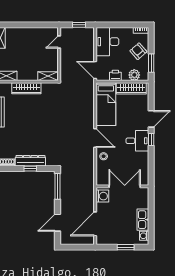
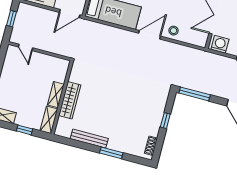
shelving: (48, 76) -> (56, 95), moved
dresser: (30, 161) -> (156, 118), removed

